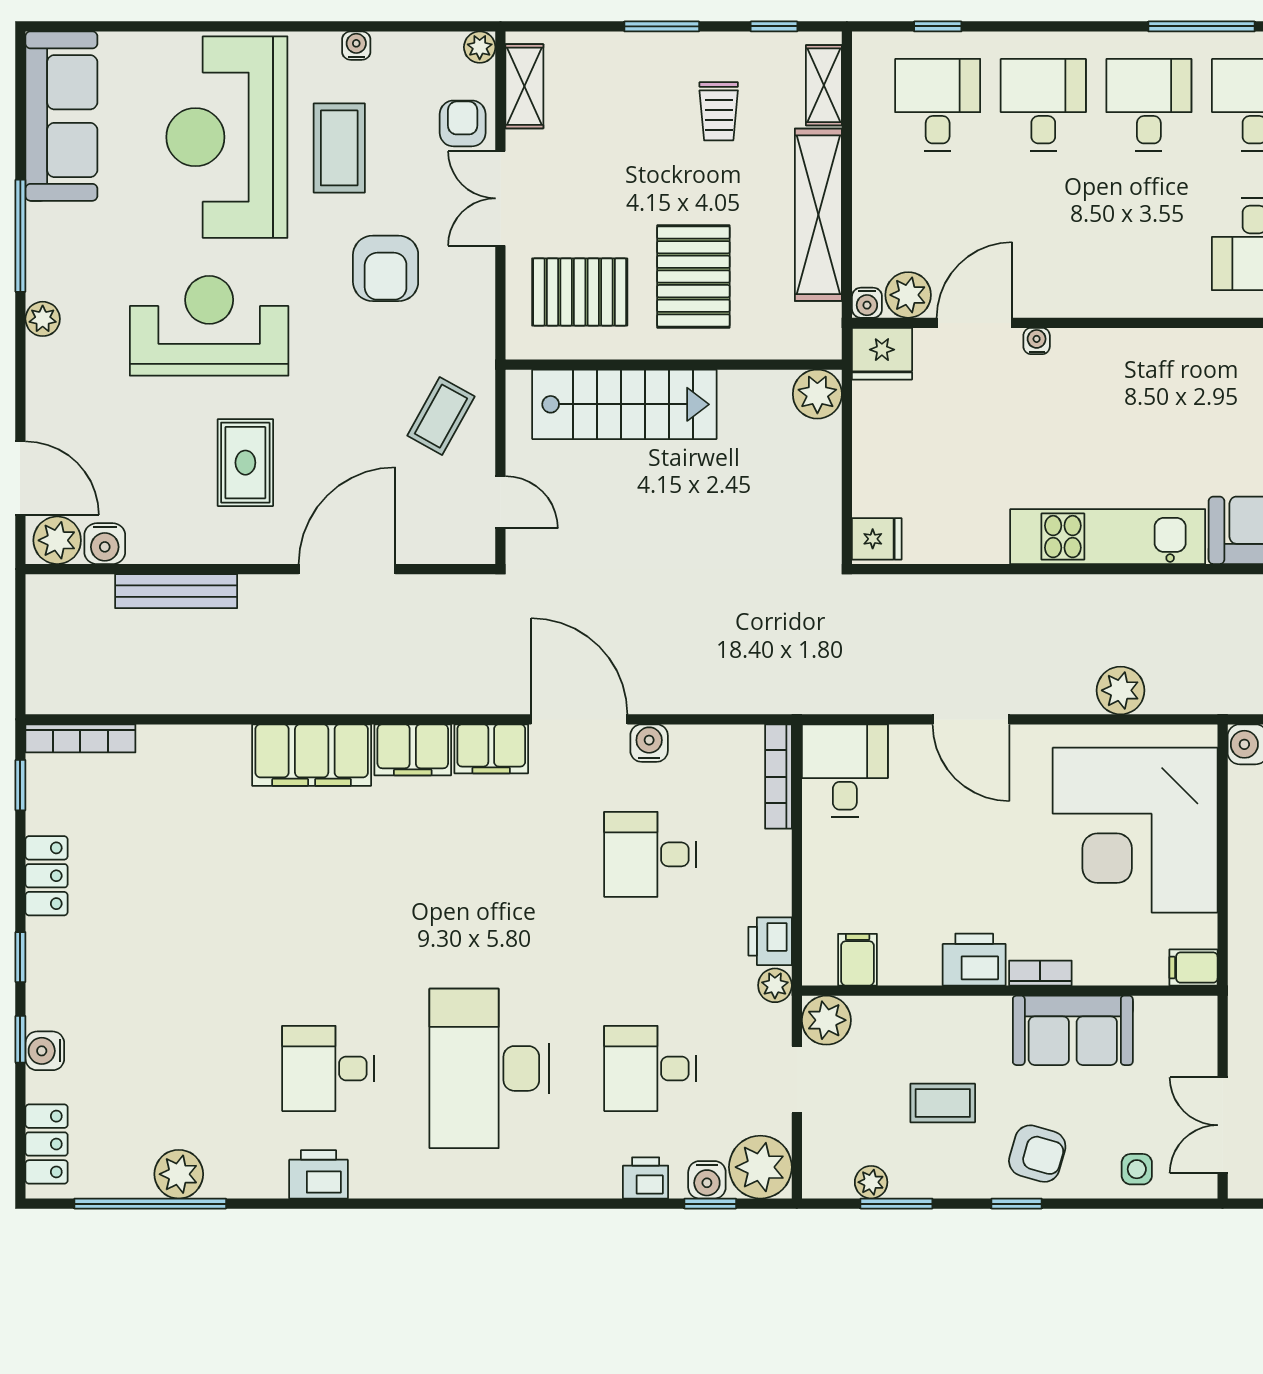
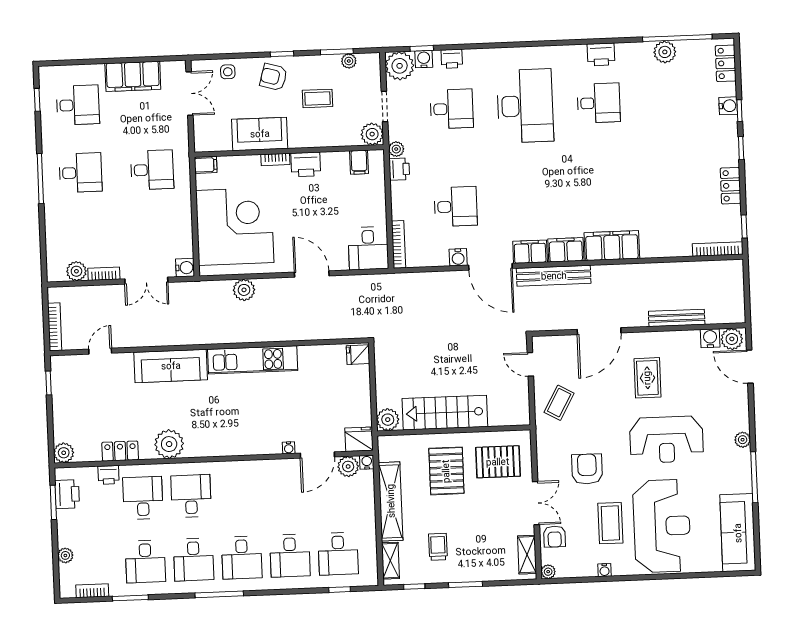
stairs: (624, 404) -> (445, 413), moved
bench: (442, 694) -> (554, 276), added

